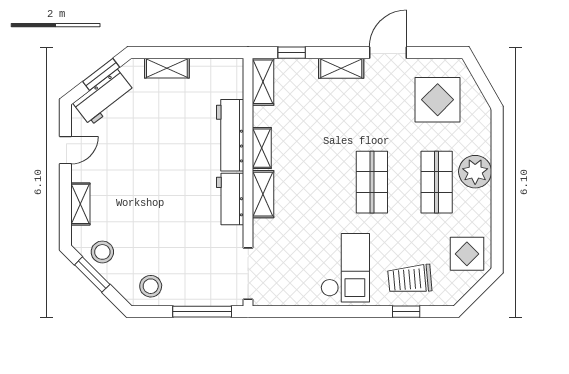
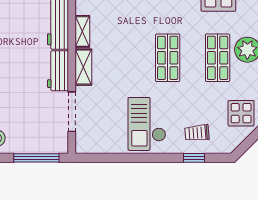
checkout: (345, 268) -> (147, 124), turned 180
doorway: (248, 274) -> (72, 112), moved
trolley: (410, 279) -> (197, 133), width x0.73, depth x0.72

